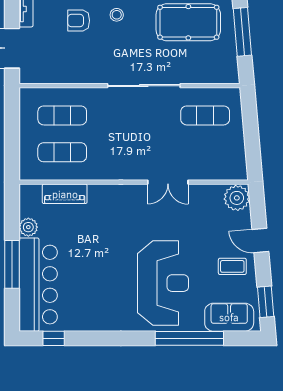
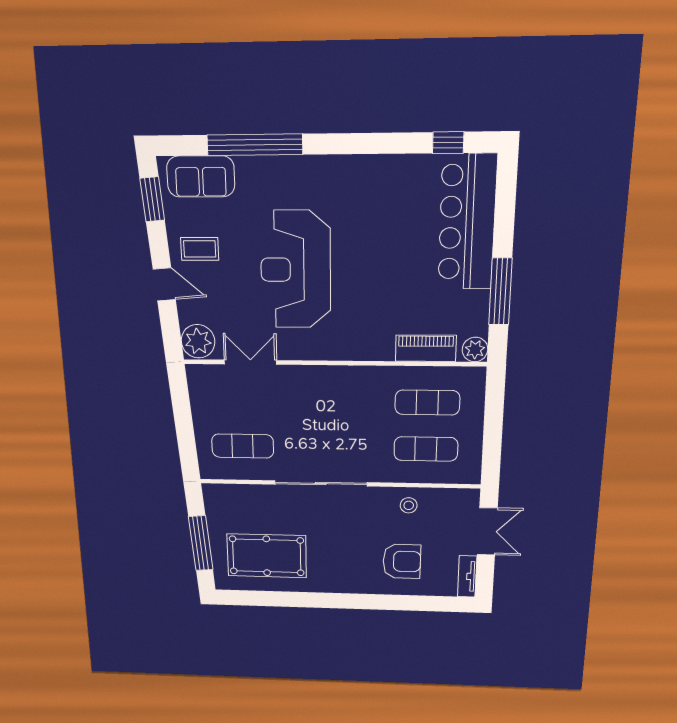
stool: (117, 15) -> (409, 505), moved
armchair: (79, 21) -> (402, 561), width x1.38, depth x1.38
double door: (168, 182) -> (250, 362), moved
plant: (28, 227) -> (475, 350), moved
window: (12, 264) -> (500, 292), moved
reception desk: (163, 283) -> (296, 270), moved

